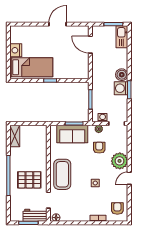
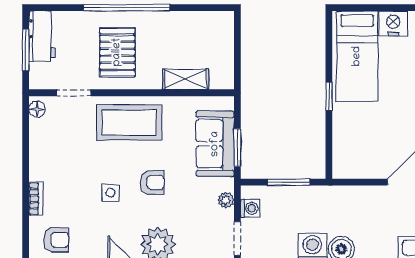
shelving: (15, 136) -> (186, 79), moved
armchair: (99, 148) -> (152, 182), moved
workbench: (35, 215) -> (42, 36), moved

